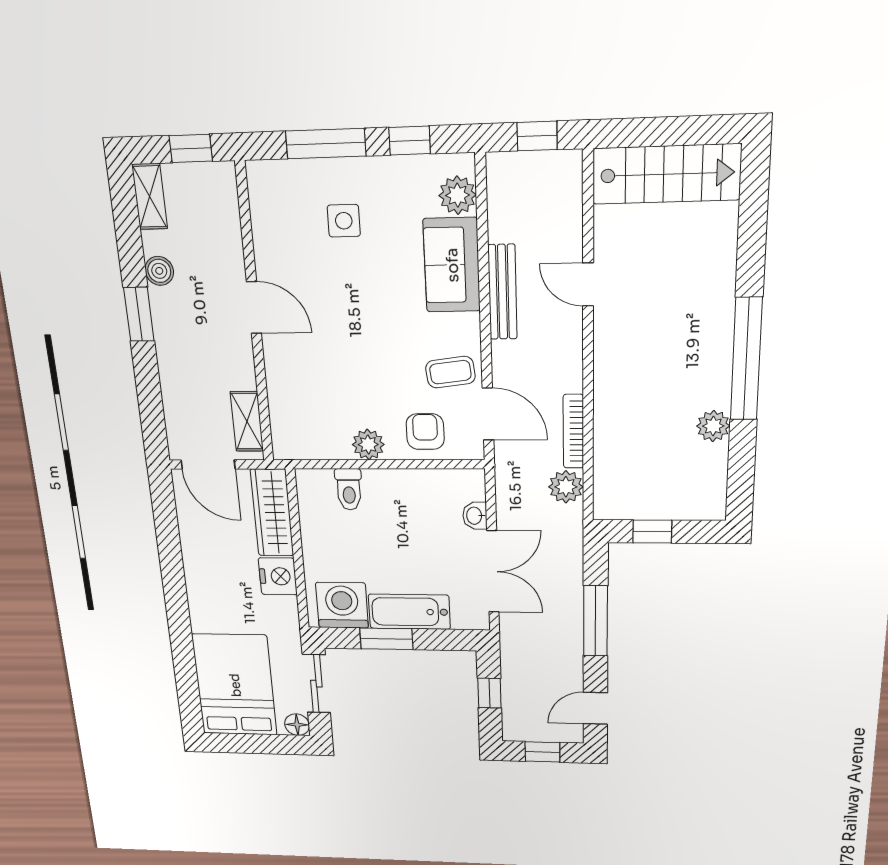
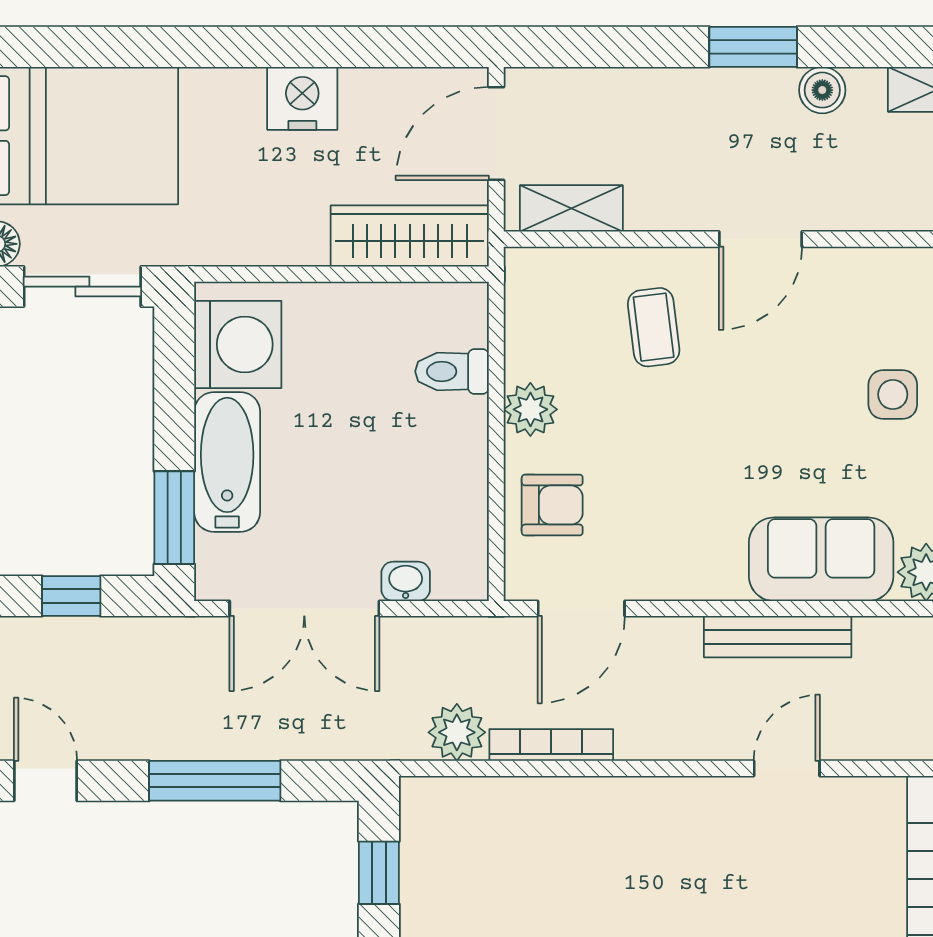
coffee table: (450, 372) -> (654, 327), moved
nightstand: (278, 576) -> (302, 98), moved, turned 180
window: (386, 639) -> (174, 518), moved

